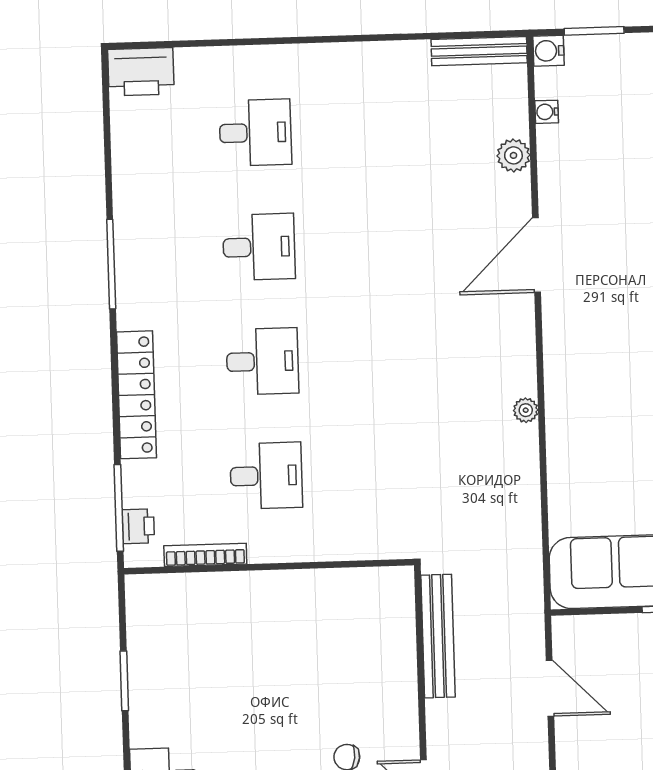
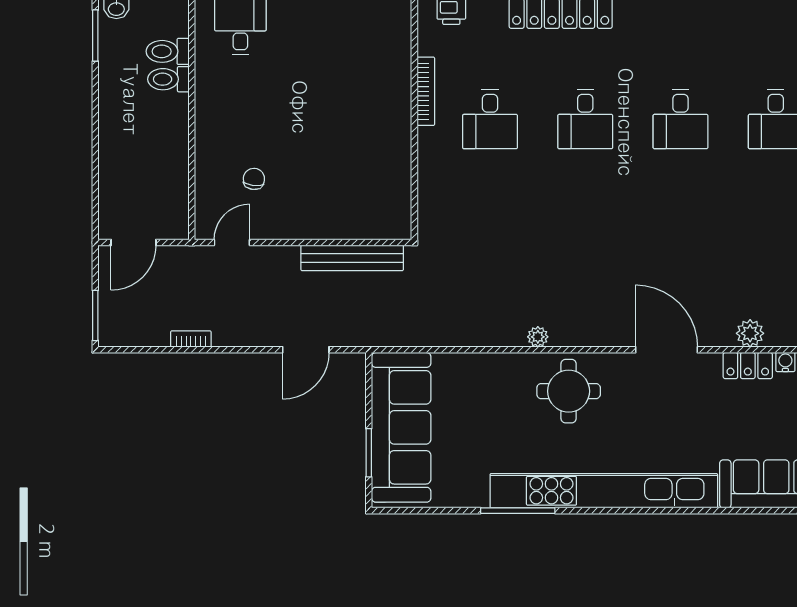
locker: (552, 157) -> (748, 366), added
round table: (590, 371) -> (569, 391), added
bookcase: (205, 555) -> (426, 91), moved

